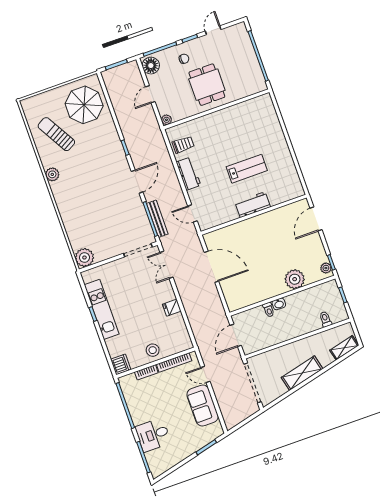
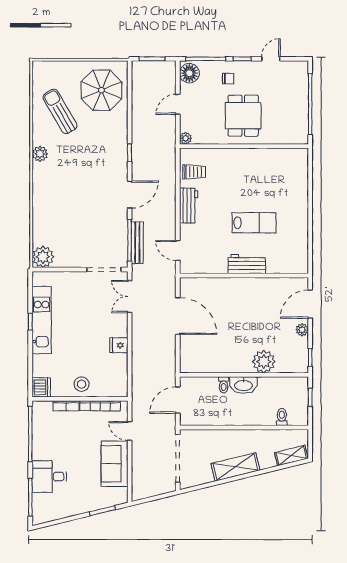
plant: (326, 268) -> (302, 330), moved
washbasin: (279, 304) -> (243, 385), width x1.91, depth x1.45

